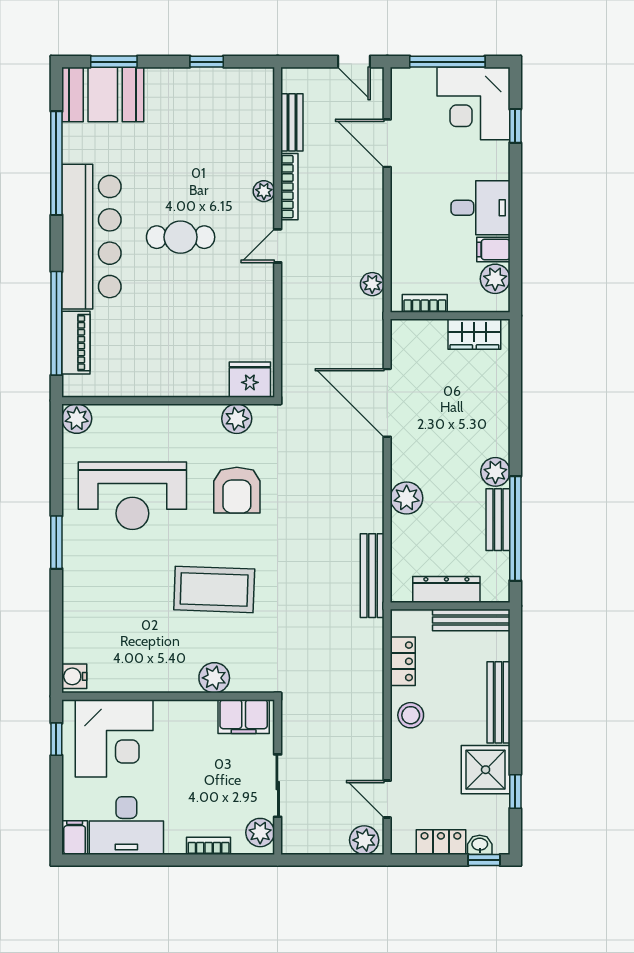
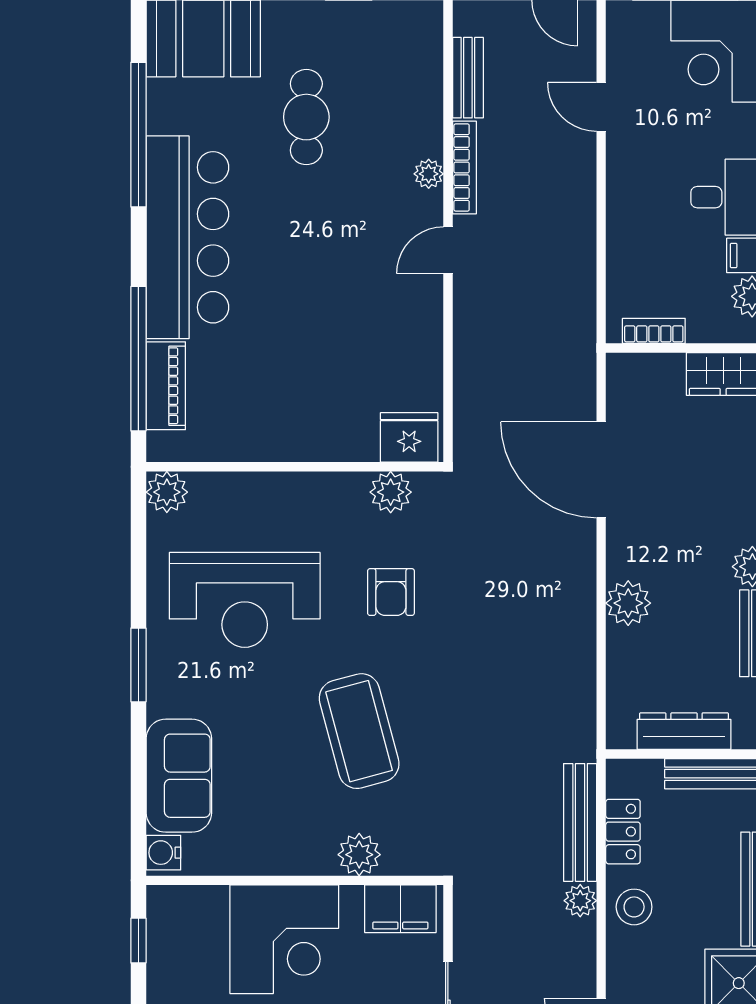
door: (387, 143) -> (601, 107), width x0.73
cafe table: (181, 237) -> (306, 117), moved, turned 90
plant: (372, 284) -> (580, 901), moved
armchair: (237, 490) -> (391, 592), width x0.72, depth x0.72
bench: (372, 576) -> (580, 822), moved
coffee table: (214, 589) -> (359, 731), turned 73
sofa: (85, 621) -> (179, 776), added
corner desk: (114, 738) -> (284, 939), moved

